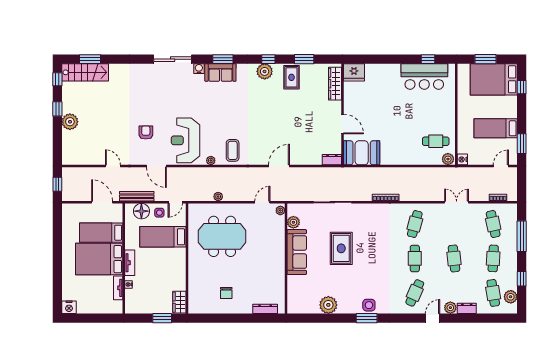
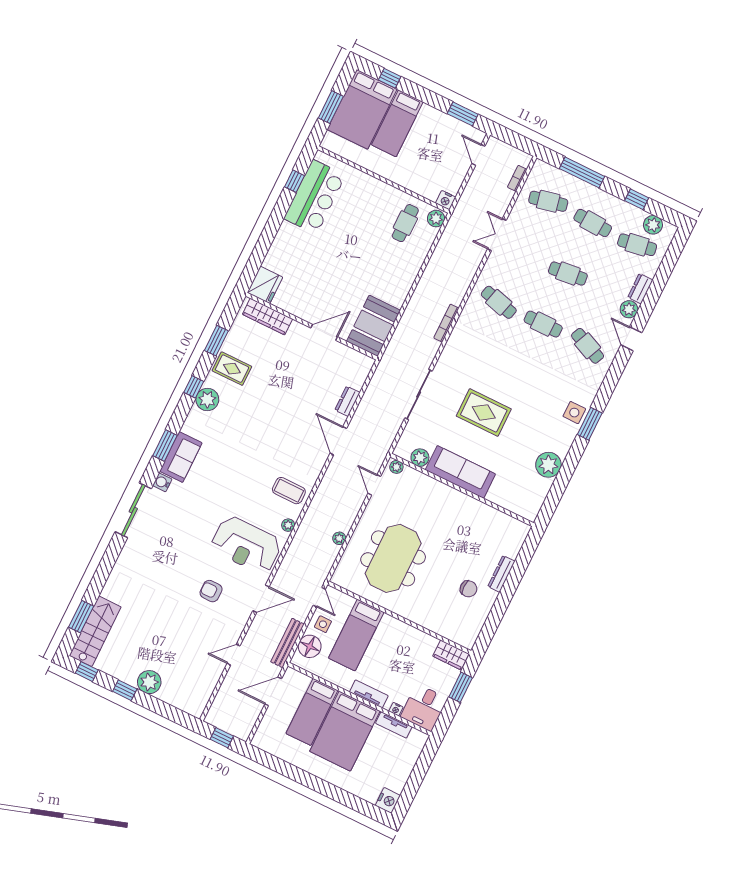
bed: (496, 128) -> (397, 123), moved
dresser: (332, 160) -> (347, 401), moved
desk: (138, 301) -> (424, 708), added
dresser: (265, 309) -> (501, 574), moved

